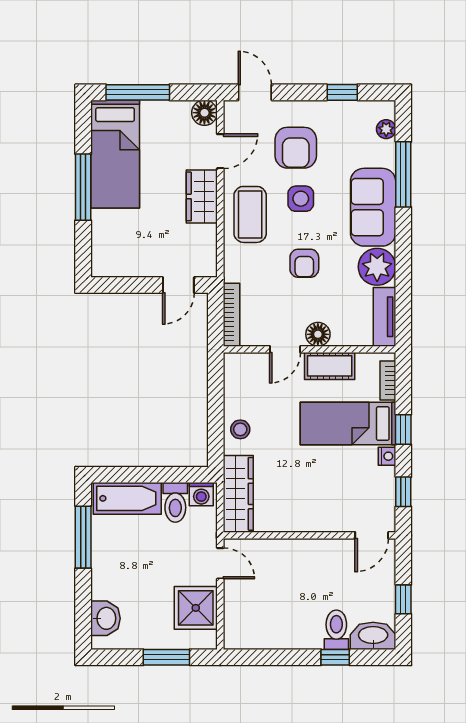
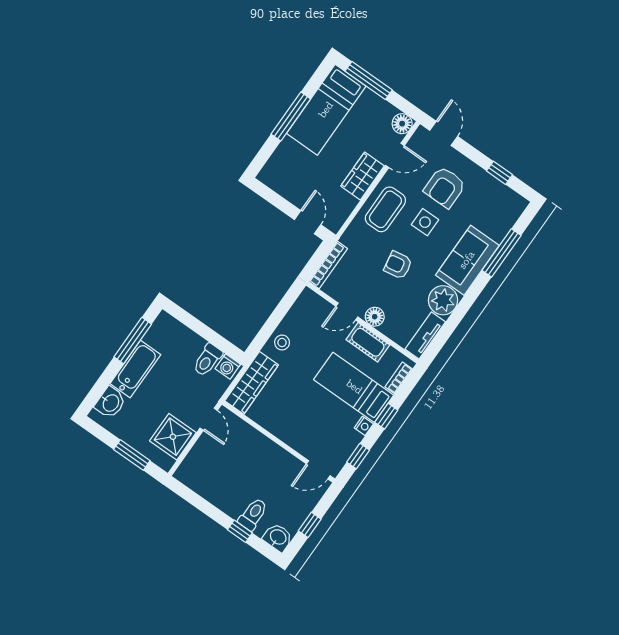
plant: (386, 129) -> (511, 216), removed
armchair: (304, 263) -> (398, 265), turned 80
door: (178, 285) -> (308, 222), swing flipped
bathtub: (127, 498) -> (135, 369), moved, turned -90
washbasin: (373, 636) -> (278, 537), width x0.72

